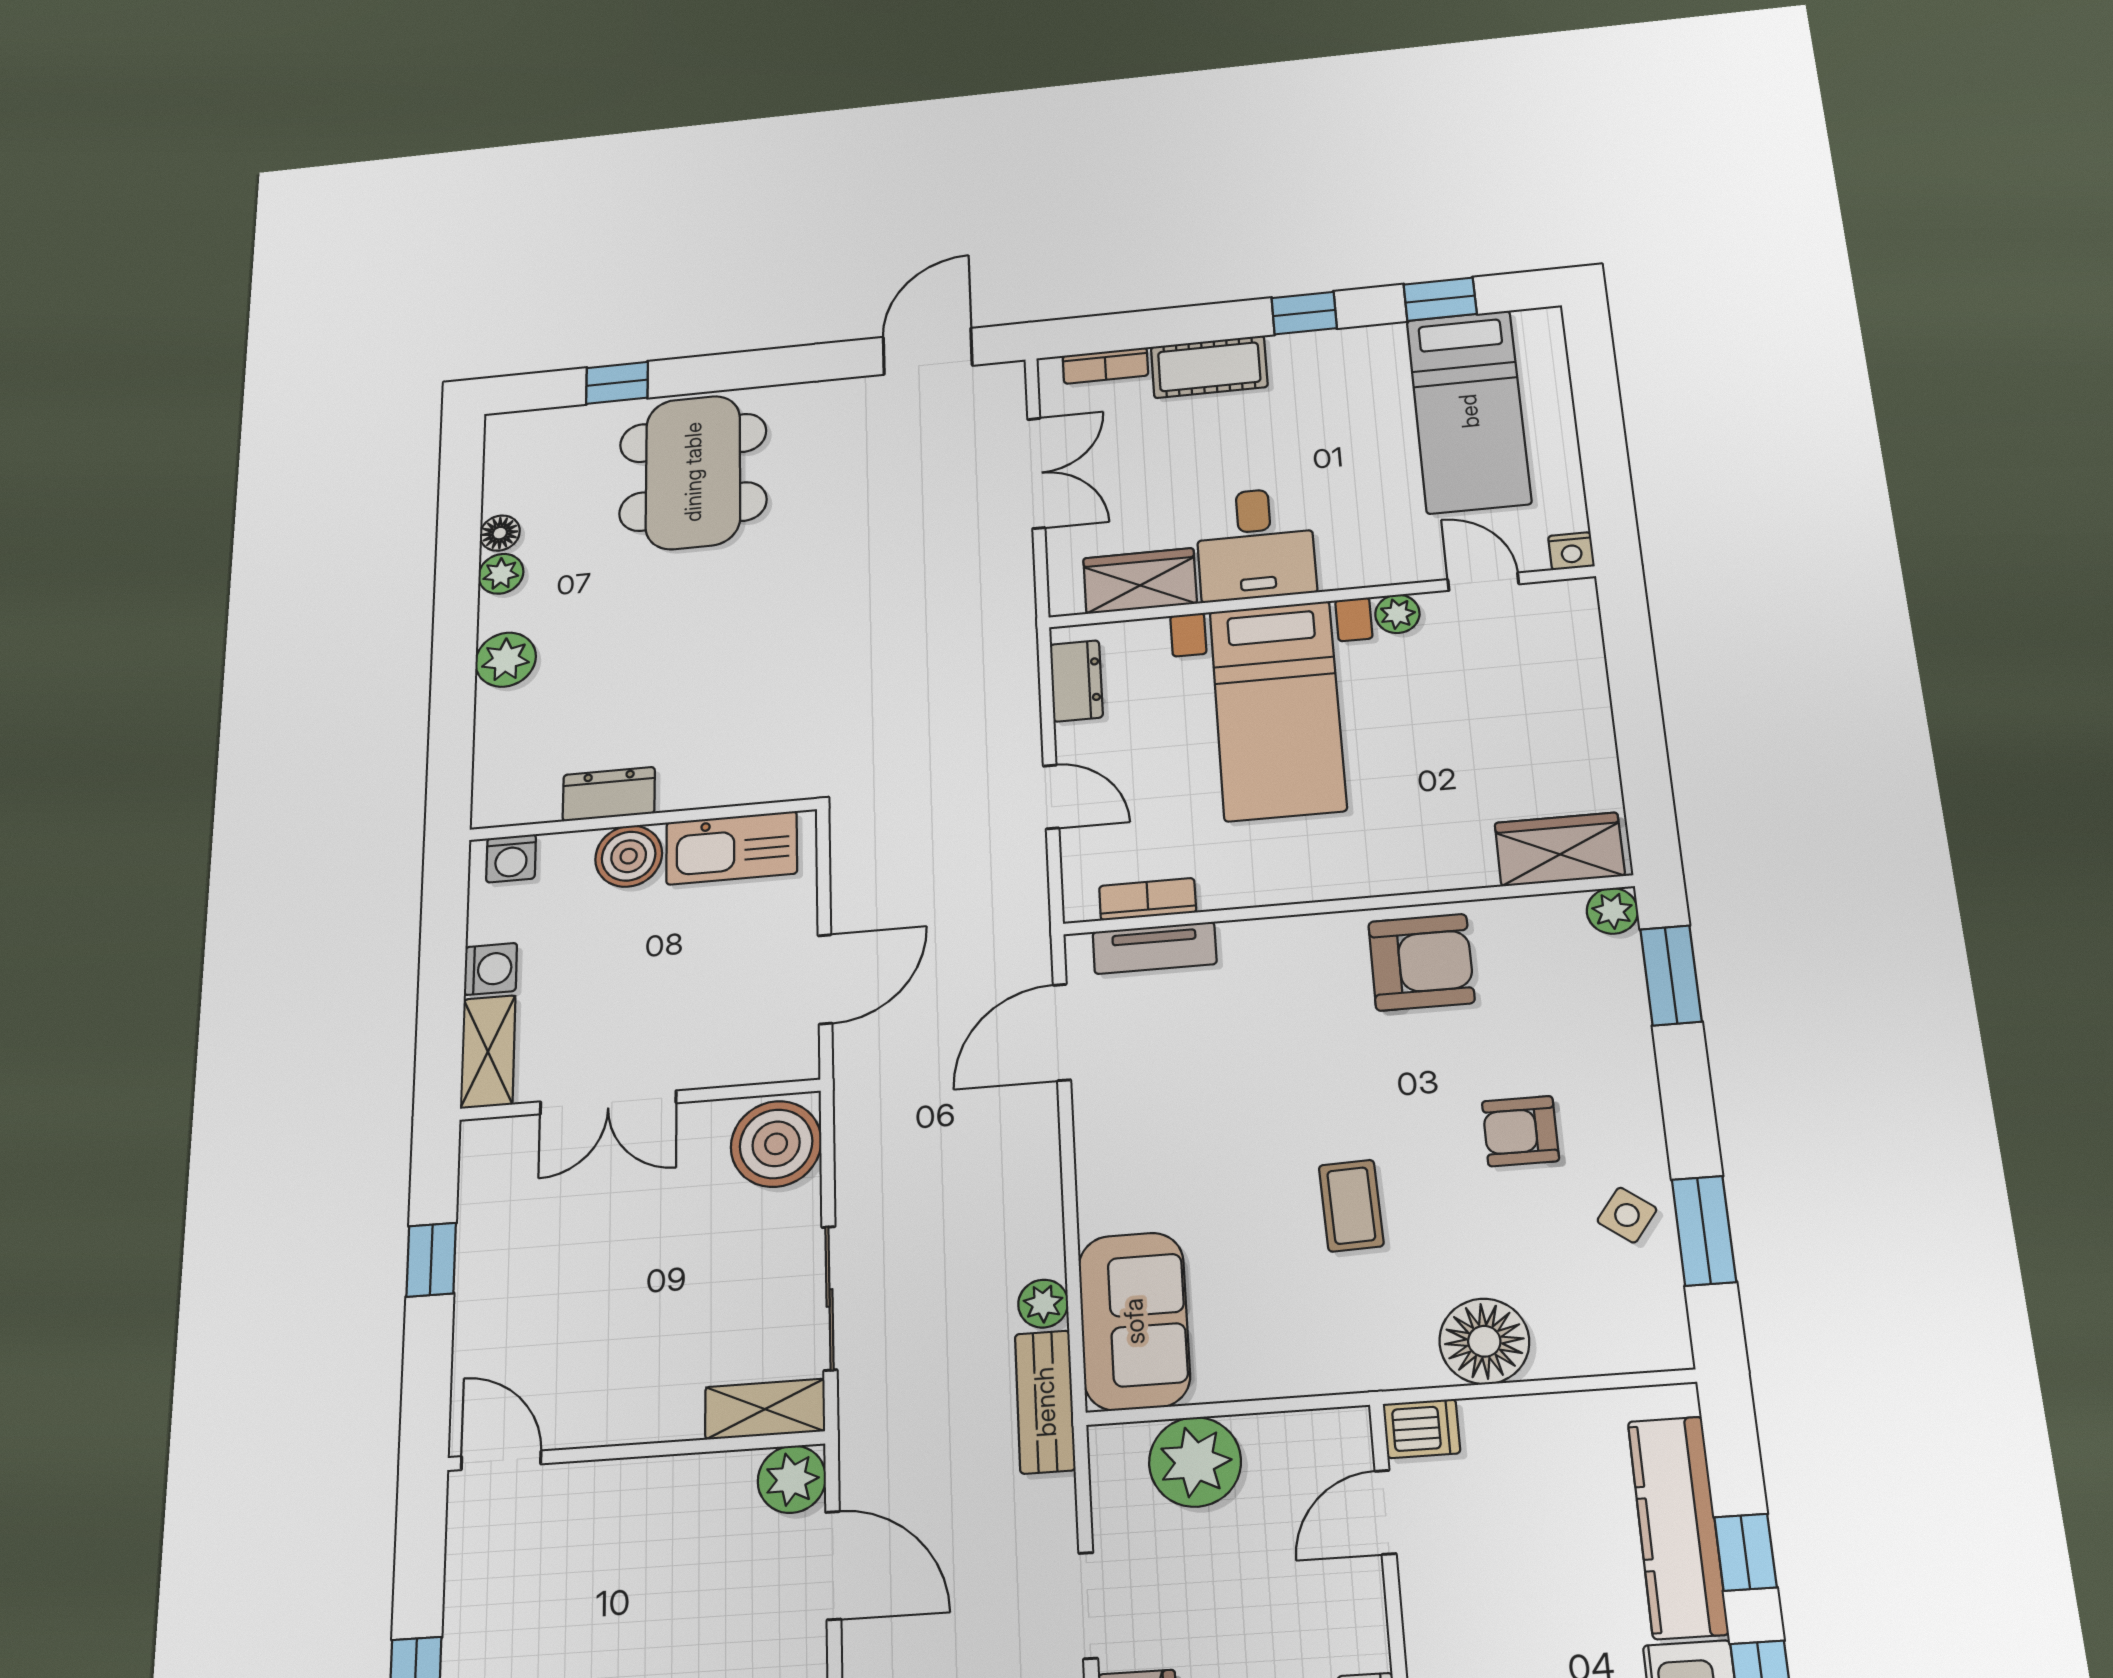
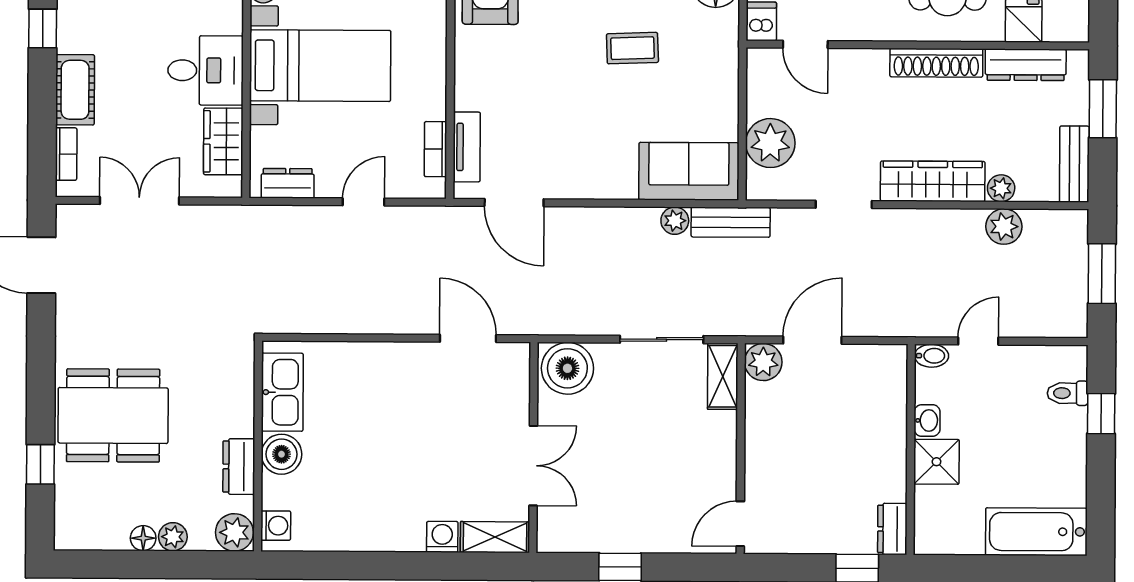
dresser: (609, 794) -> (239, 467), moved
wall: (642, 820) -> (258, 446), moved
kitchen sink: (732, 848) -> (282, 392), moved
boiler: (629, 856) -> (282, 454), moved
washing machine: (511, 858) -> (276, 526), moved

